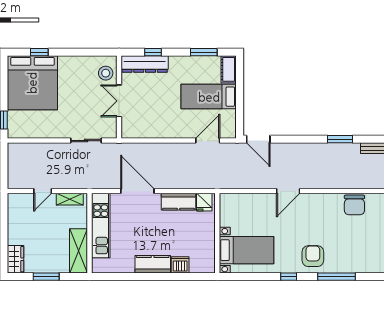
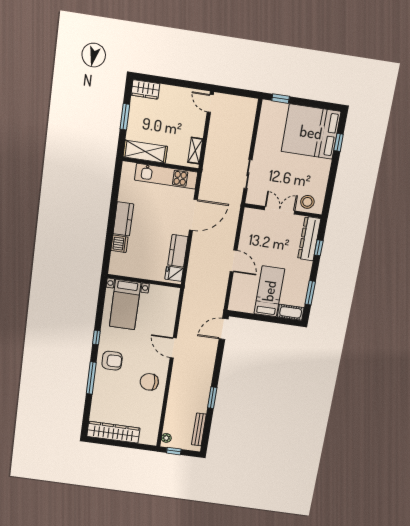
door: (208, 141) -> (234, 261), moved
door: (43, 191) -> (210, 103), moved
chair: (354, 205) -> (149, 382), moved

